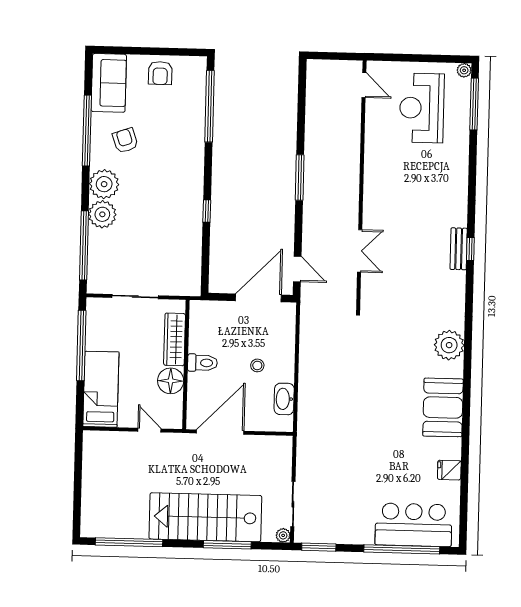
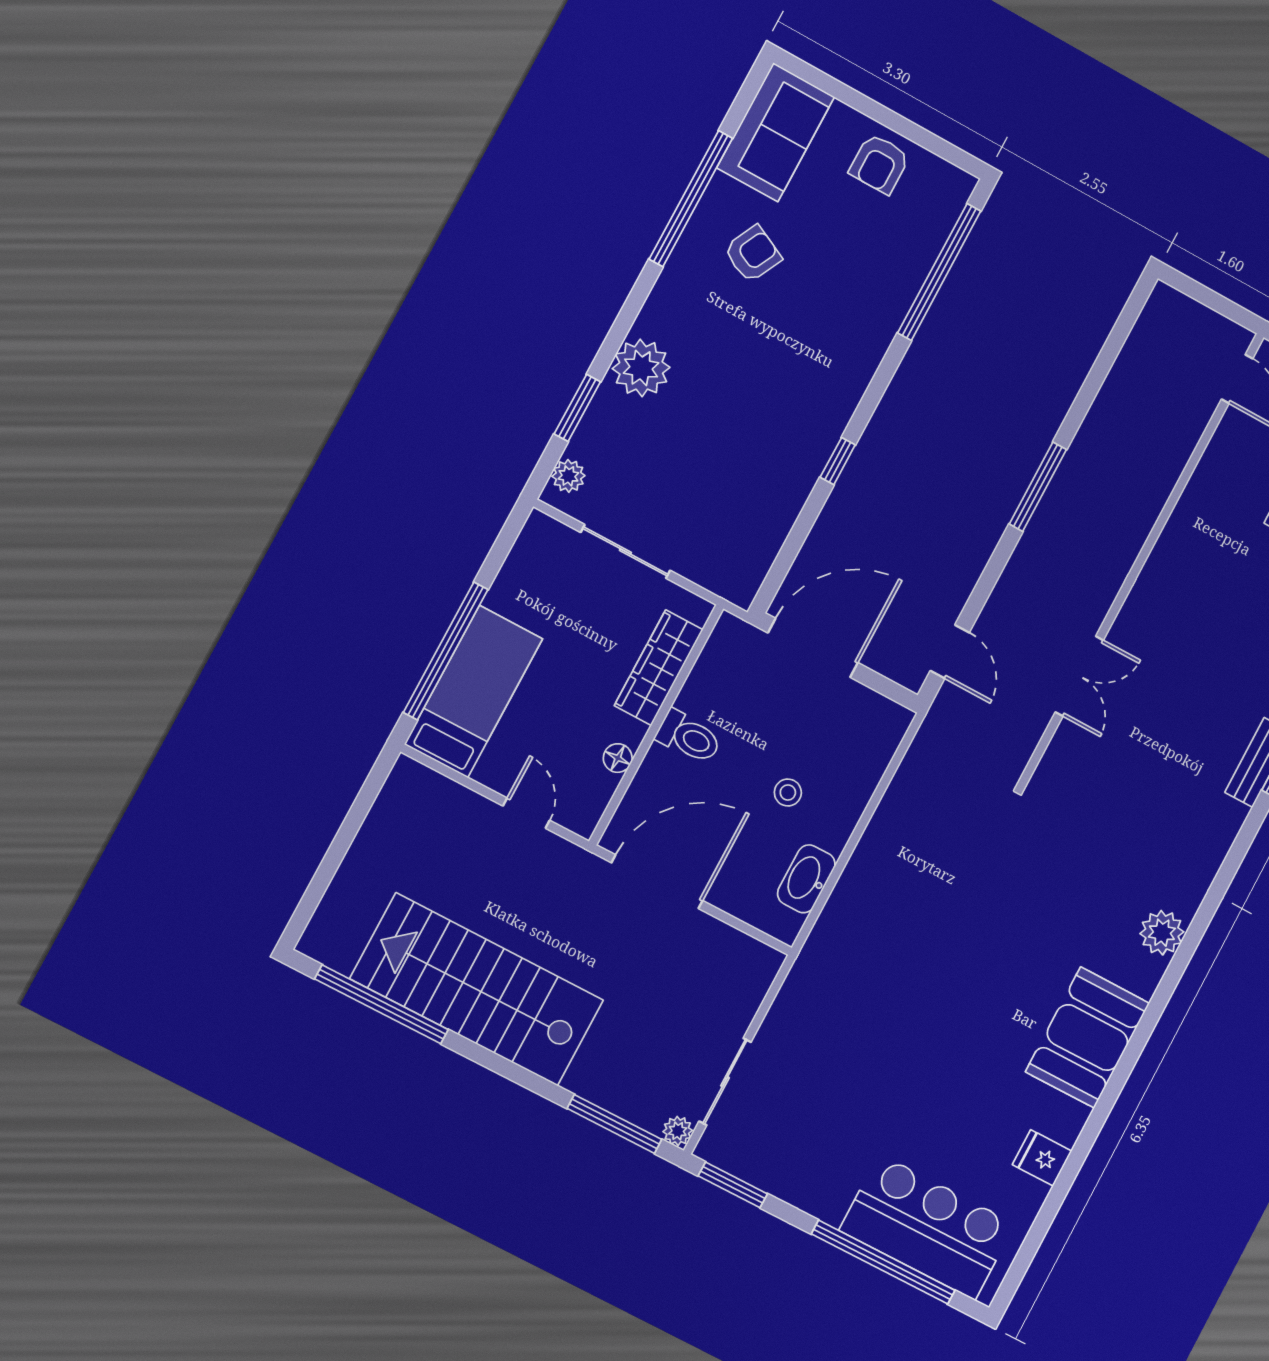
armchair: (125, 140) -> (753, 254), turned 45
plant: (104, 184) -> (568, 476), moved, width x0.53, depth x0.53
window: (84, 245) -> (577, 408), width x0.47
door: (258, 298) -> (813, 648), moved
plant: (449, 345) -> (1162, 933), width x0.73, depth x0.73
window: (81, 346) -> (446, 651), moved
floor lamp: (171, 381) -> (618, 758), width x0.53, depth x0.53
stairs: (205, 517) -> (477, 990), moved
window: (227, 545) -> (614, 1124), moved

